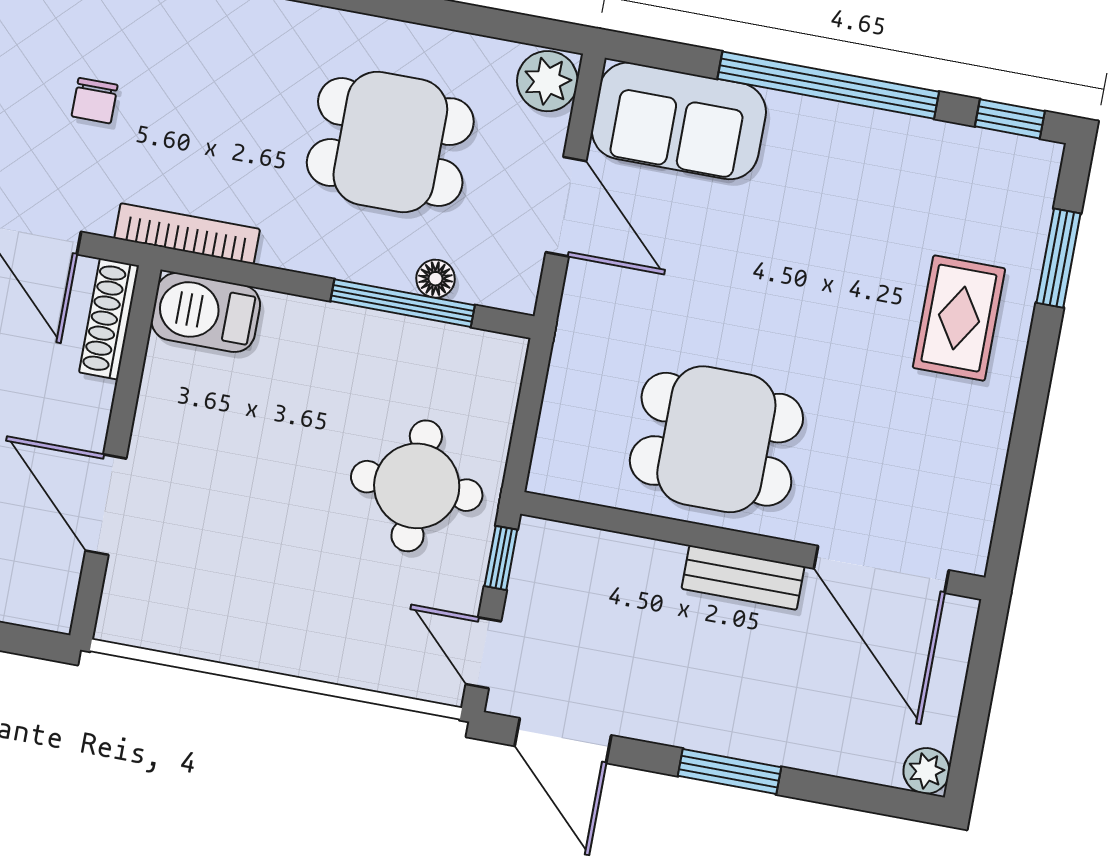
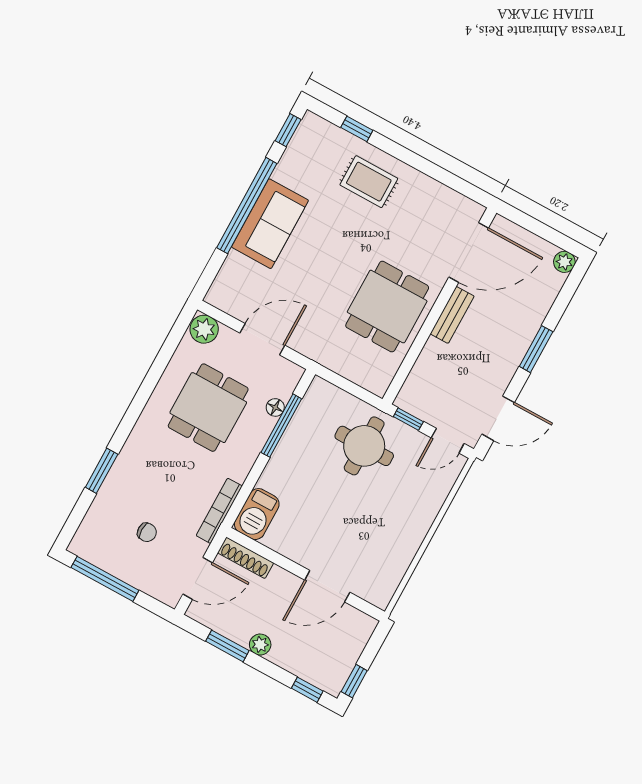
sofa: (679, 121) -> (270, 224), moved
window: (1059, 258) -> (357, 129), width x0.67

